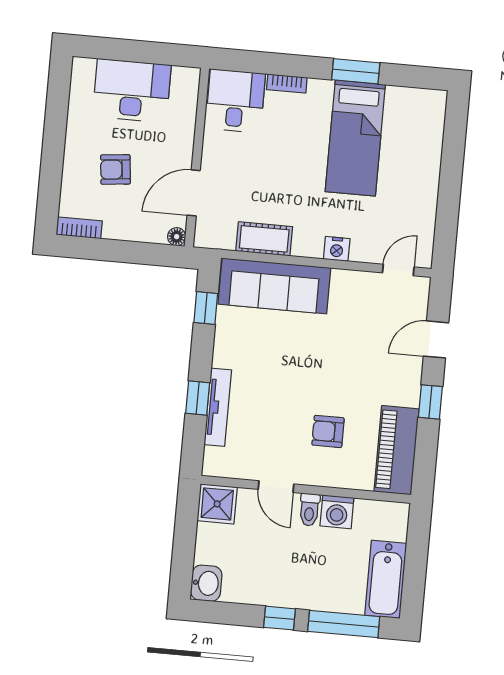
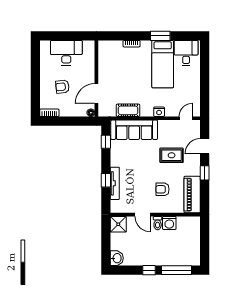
desk: (235, 101) -> (186, 53), moved
rug: (357, 354) -> (172, 155), added
bathtub: (386, 579) -> (193, 250), removed

